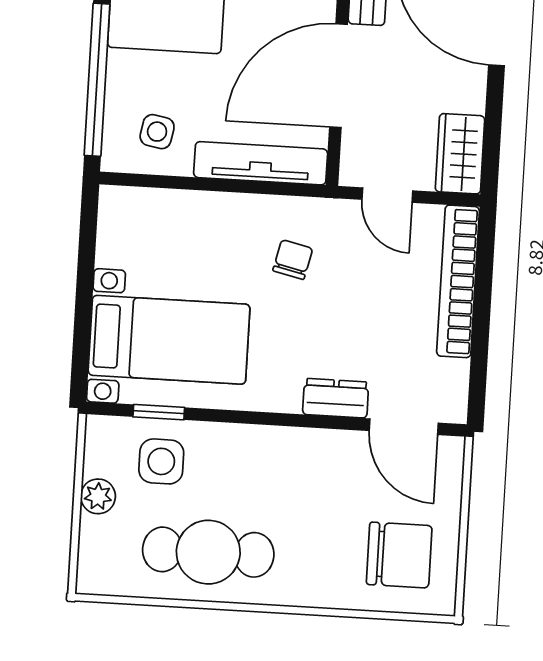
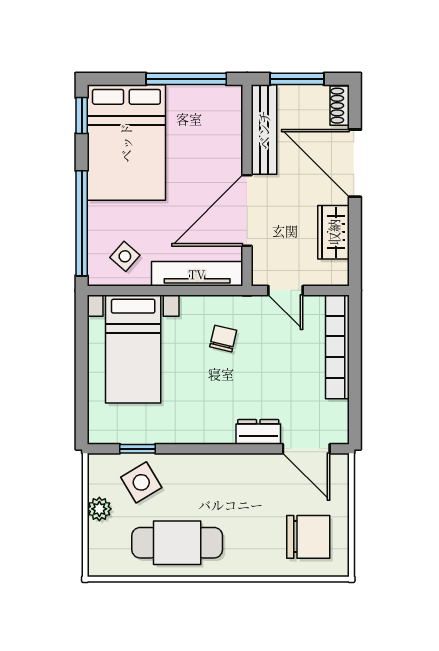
side table: (157, 132) -> (125, 256), turned 31
wardrobe: (460, 154) -> (334, 232), moved
bed with nightstands: (169, 340) -> (133, 349), moved, turned 90
side table: (161, 461) -> (141, 482), turned -31

